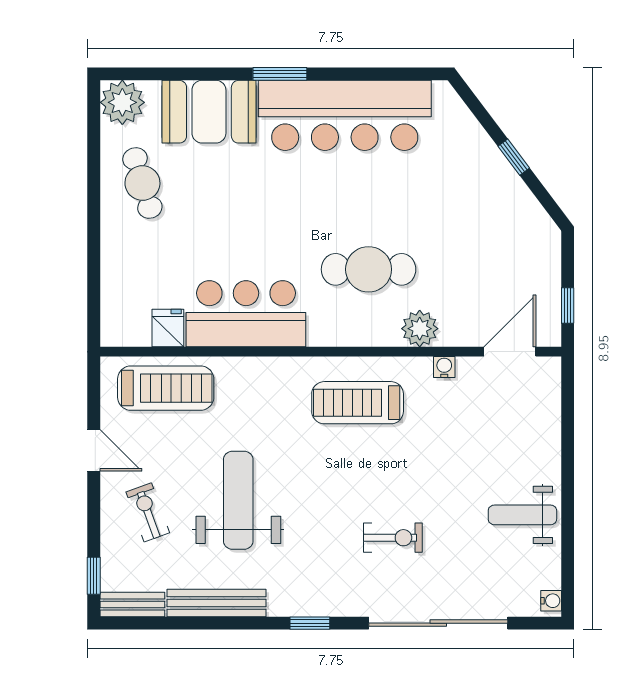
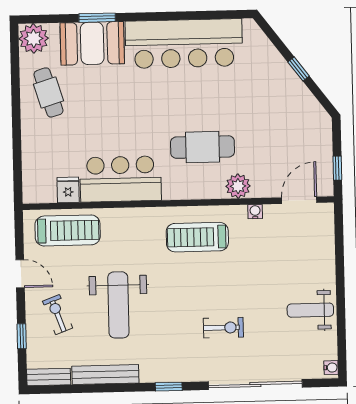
window: (280, 74) -> (97, 18), moved
weight bench: (238, 500) -> (118, 305), turned 180
window: (94, 576) -> (22, 336), moved

